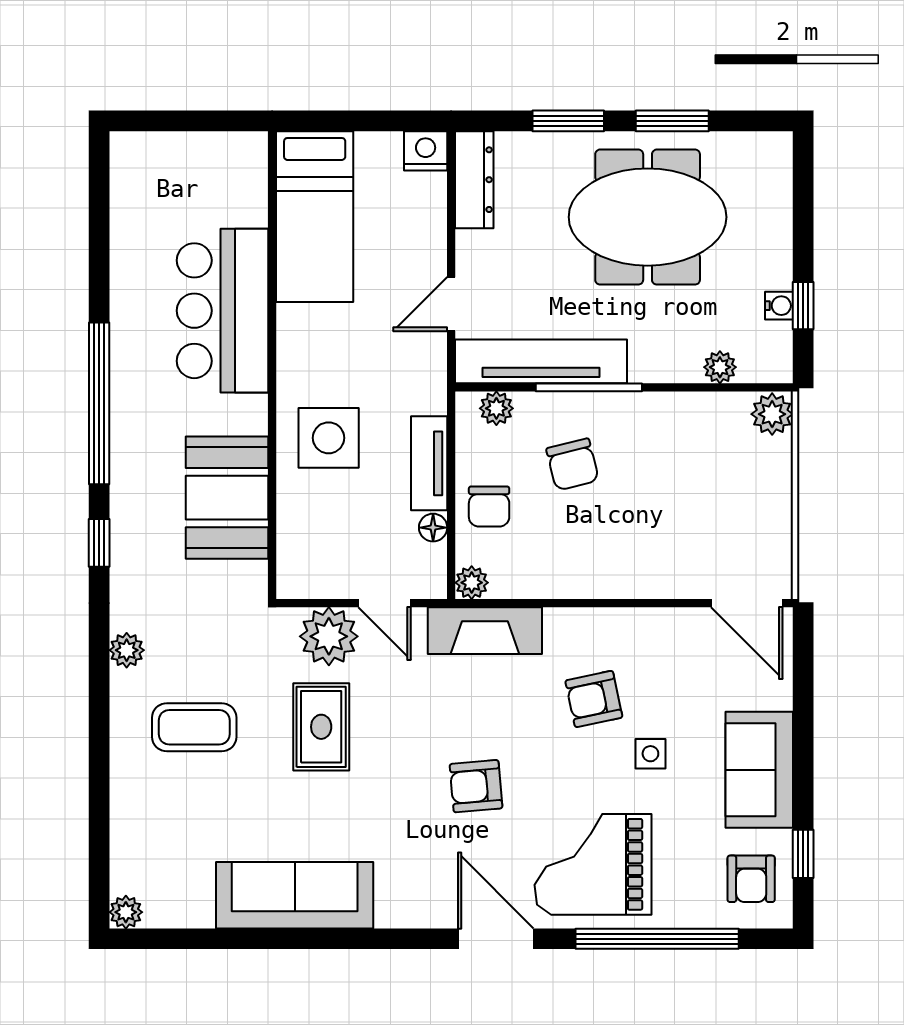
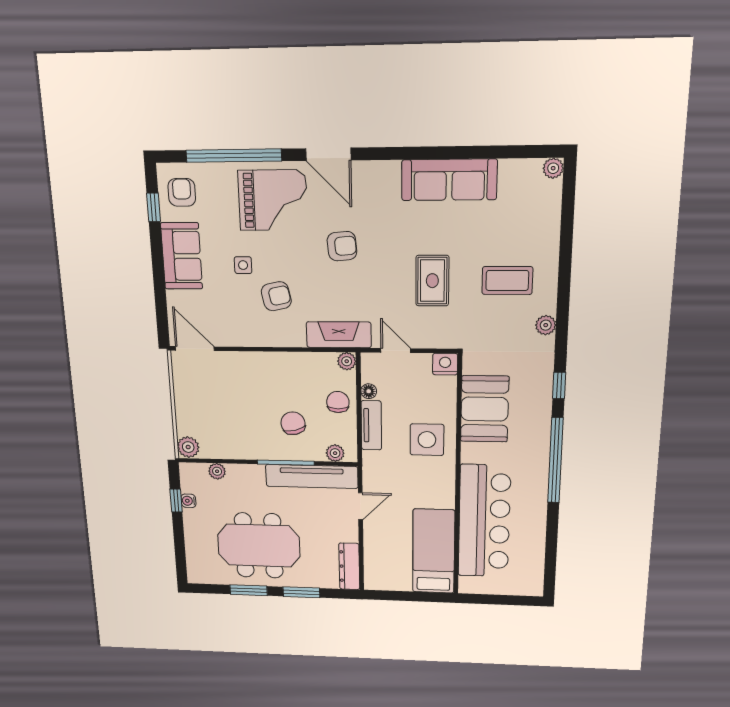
nightstand: (426, 151) -> (445, 364), moved, turned 180
bar counter: (222, 311) -> (484, 521), width x1.36
plant: (329, 636) -> (428, 332), removed

